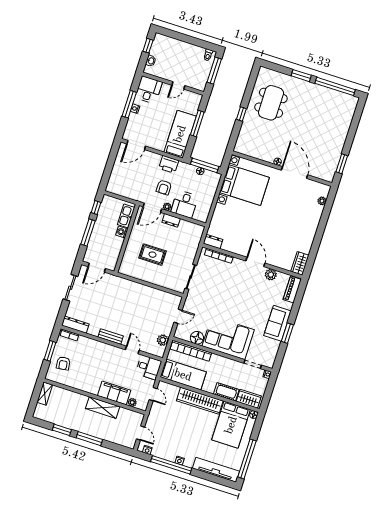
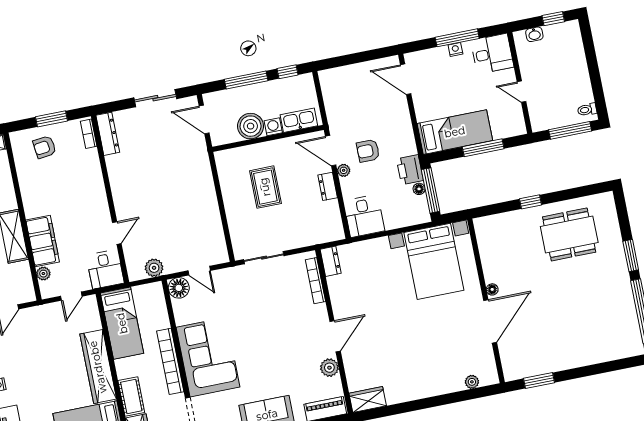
printer: (169, 164) -> (410, 170), moved
desk: (185, 204) -> (364, 216), moved, turned -90
boiler: (115, 244) -> (251, 126), added
bench: (111, 337) -> (119, 192), removed
floor lamp: (197, 338) -> (179, 288), moved
bookcase: (191, 351) -> (170, 361), moved

